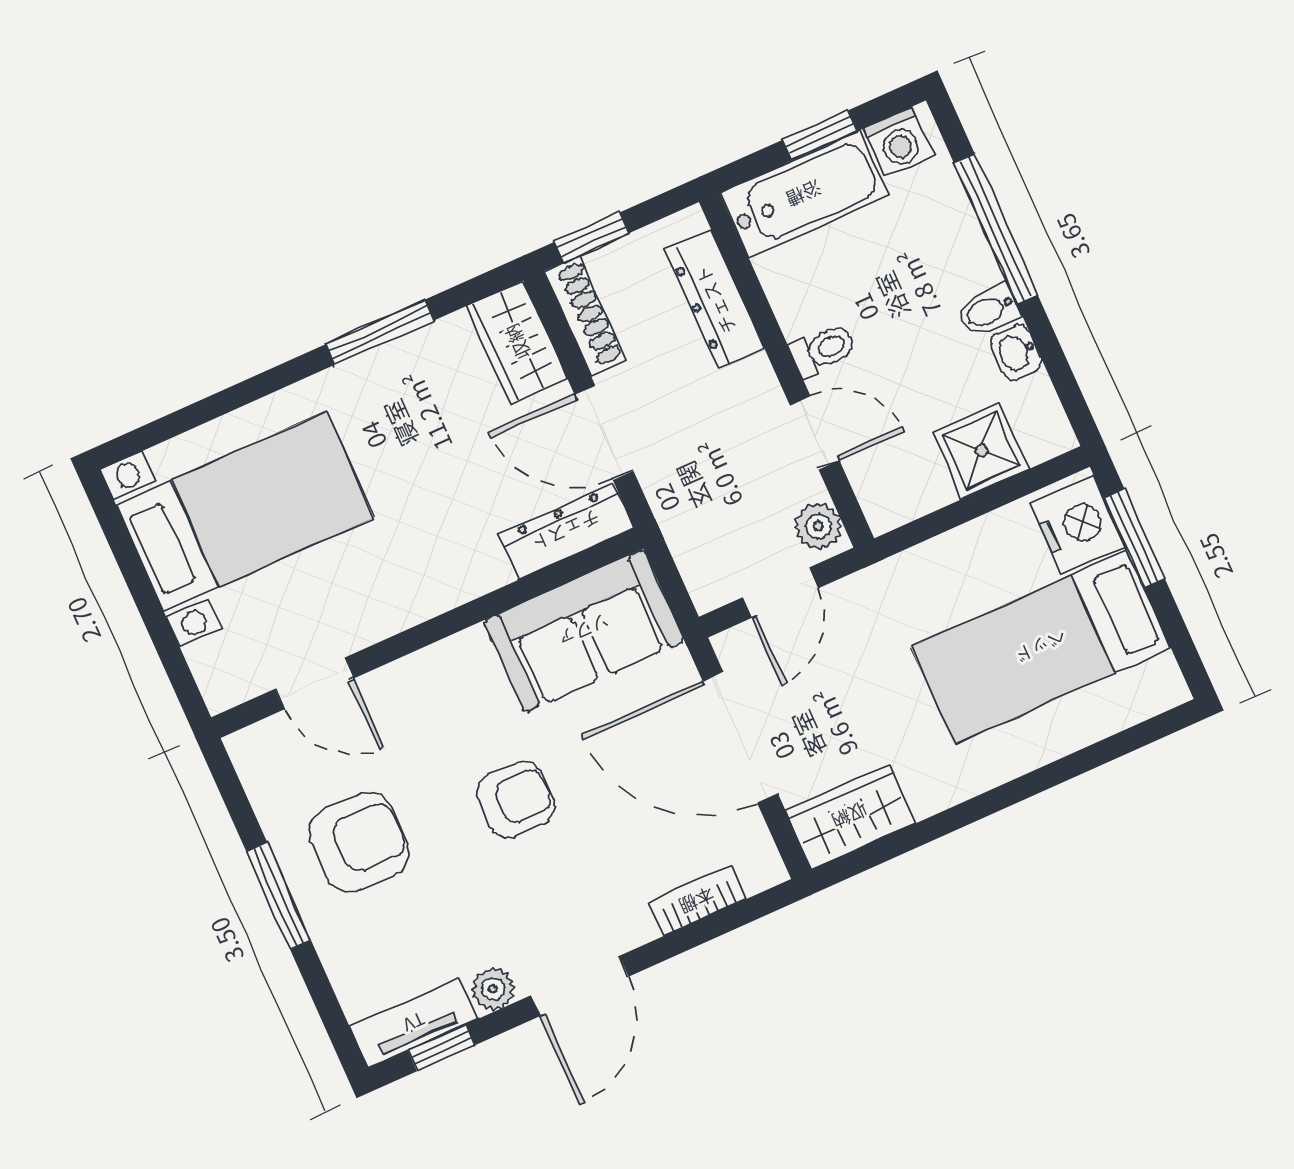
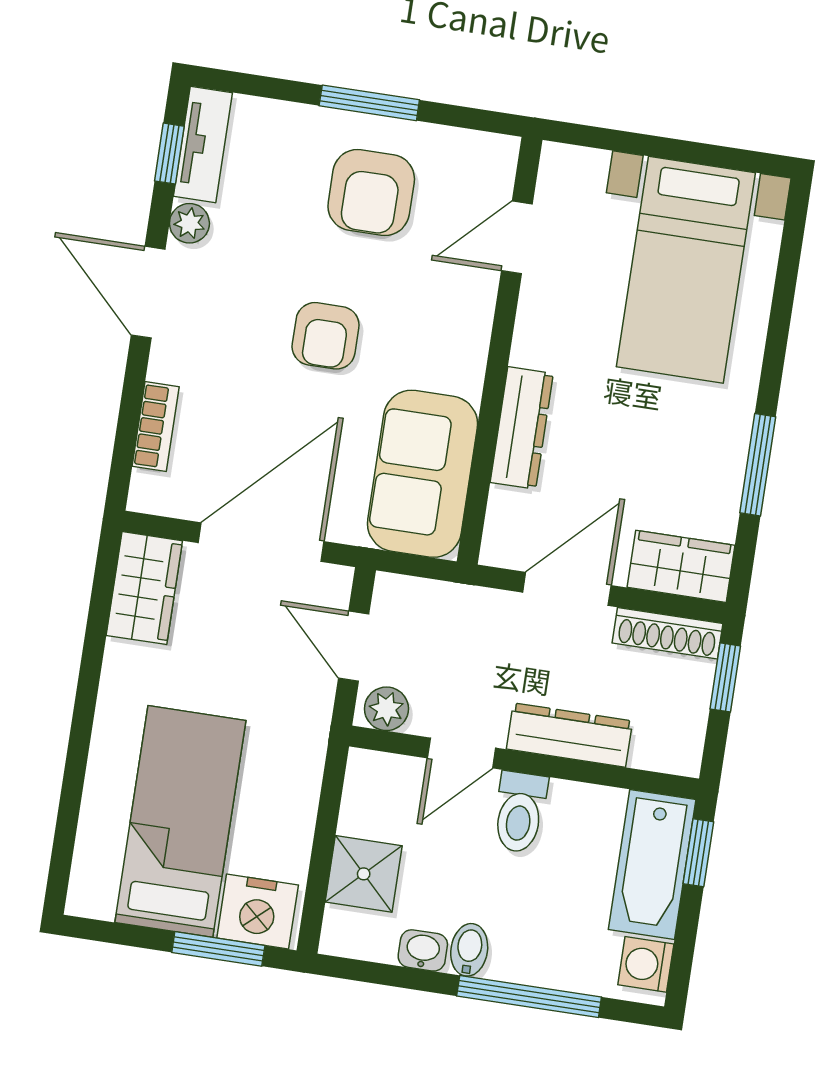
window: (820, 135) -> (698, 853), moved
dresser: (715, 300) -> (569, 735), moved
toilet: (823, 350) -> (520, 812), width x1.37, depth x1.39
dresser: (566, 531) -> (522, 428), moved

